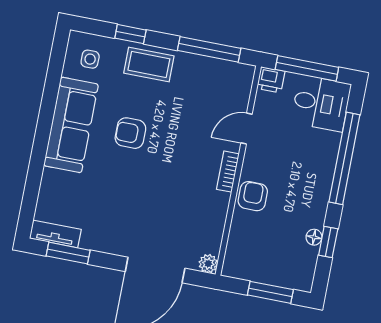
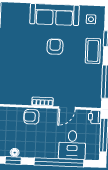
desk: (321, 103) -> (72, 145), moved
door: (246, 129) -> (67, 108), swing flipped
armchair: (253, 196) -> (31, 117), turned 180

